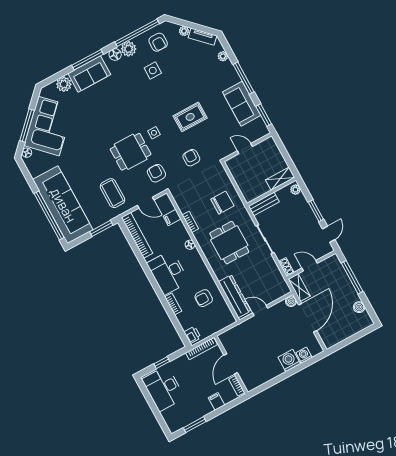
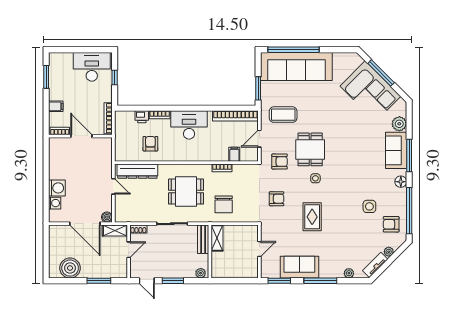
plant: (129, 49) -> (399, 196), removed
floor lamp: (27, 153) -> (358, 60), removed
shelving: (280, 179) -> (217, 238), moved
floor lamp: (190, 245) -> (203, 157), removed
window: (352, 277) -> (99, 281), width x0.69
boiler: (359, 307) -> (70, 268), width x1.86, depth x1.86
door: (260, 310) -> (113, 186), hinge flipped
printer: (192, 335) -> (142, 117), moved

